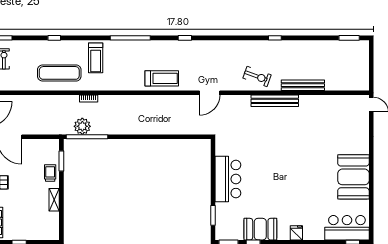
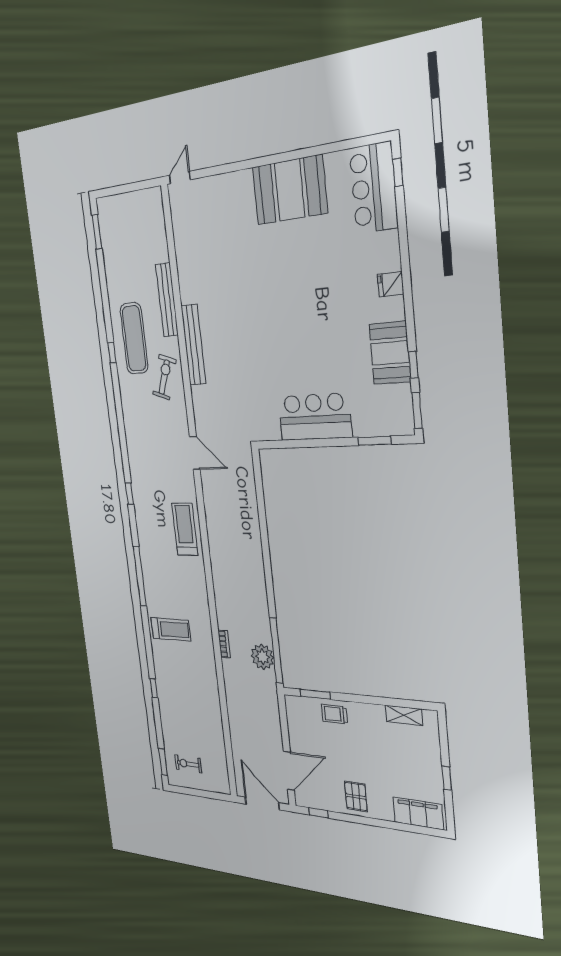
exercise mat: (59, 73) -> (134, 338), moved
shelving: (54, 200) -> (404, 715), moved

